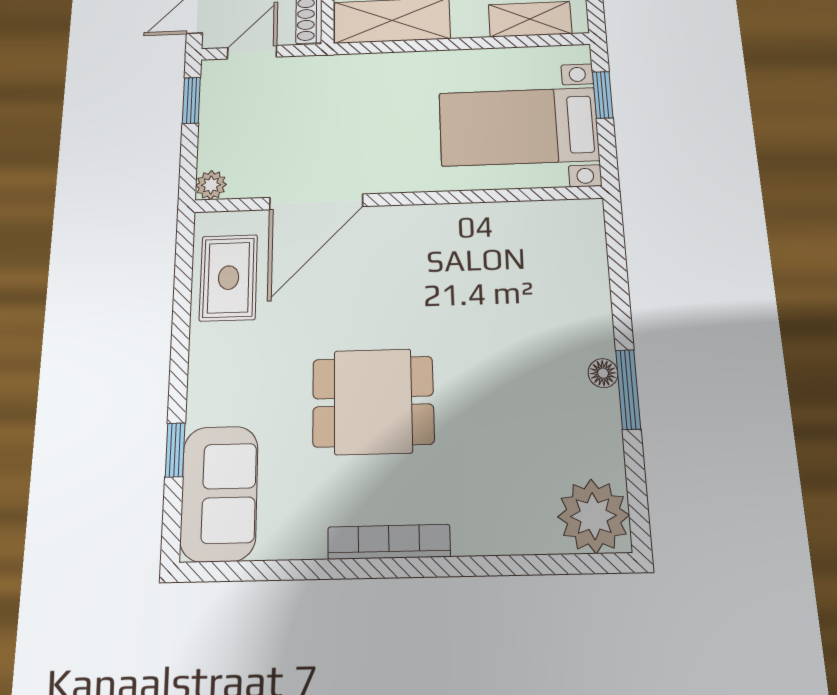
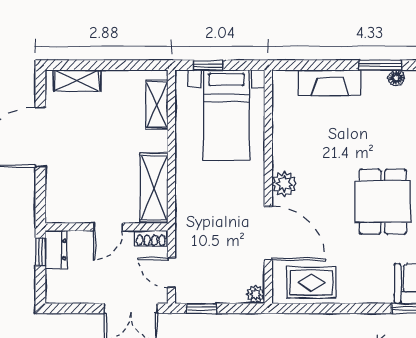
plant: (403, 226) -> (284, 184), added
fireplace: (588, 299) -> (330, 83), added
floor lamp: (603, 373) -> (396, 78), moved

